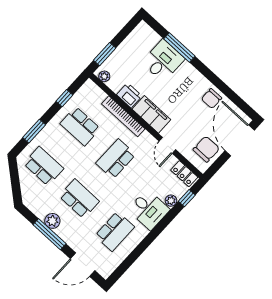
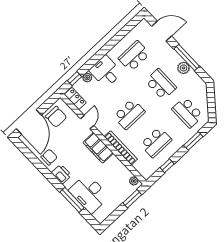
desk: (163, 61) -> (89, 194), width x1.37
printer: (129, 95) -> (61, 174), moved, turned 180
school desk: (80, 126) -> (156, 142), turned 90
chair: (206, 149) -> (56, 117), turned -90
school desk: (79, 199) -> (161, 84), turned 180

